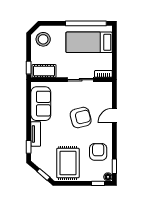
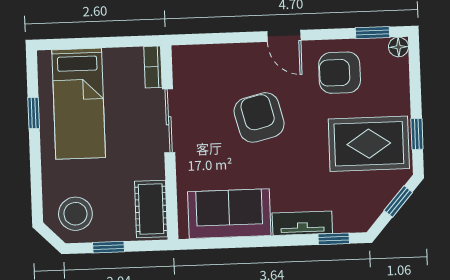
window: (86, 23) -> (34, 113), width x0.32
window: (29, 68) -> (108, 247), moved
door: (114, 116) -> (284, 36), moved
window: (98, 183) -> (417, 134), moved

